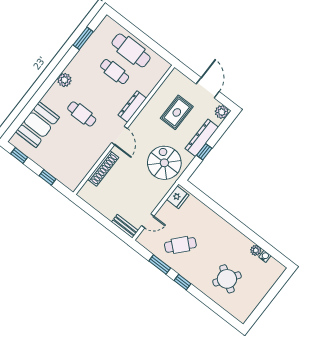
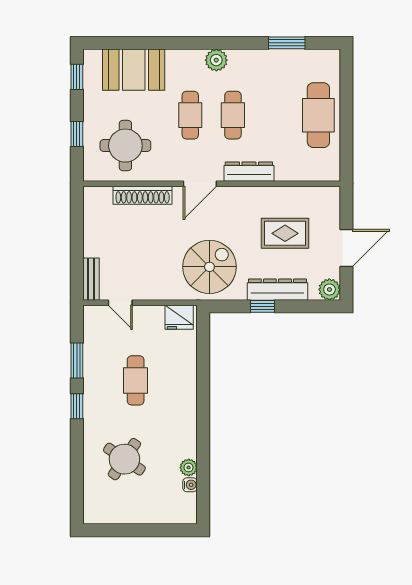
cafe table: (115, 72) -> (233, 115), moved
round table: (72, 158) -> (125, 146), added
cafe table: (180, 245) -> (136, 380), moved, turned 48

